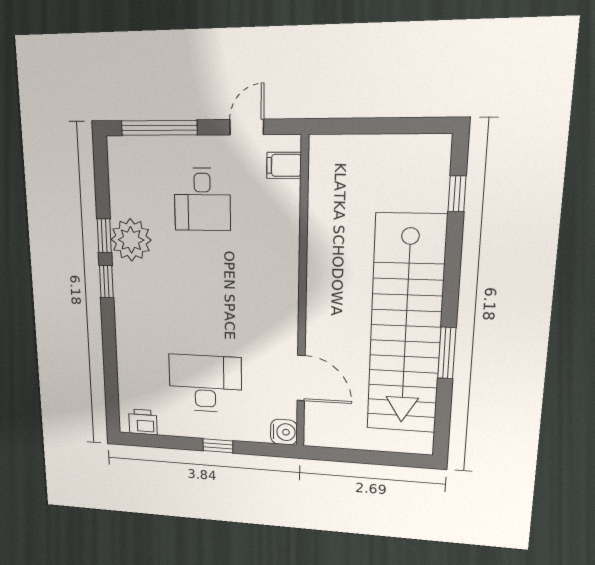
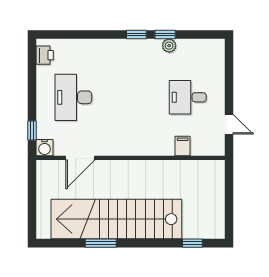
window: (159, 128) -> (229, 72), removed
filing cabinet: (284, 165) -> (183, 146), moved
plant: (131, 240) -> (169, 46), width x0.53, depth x0.53
desk: (205, 384) -> (73, 97), turned 180
window: (218, 446) -> (32, 130), moved

